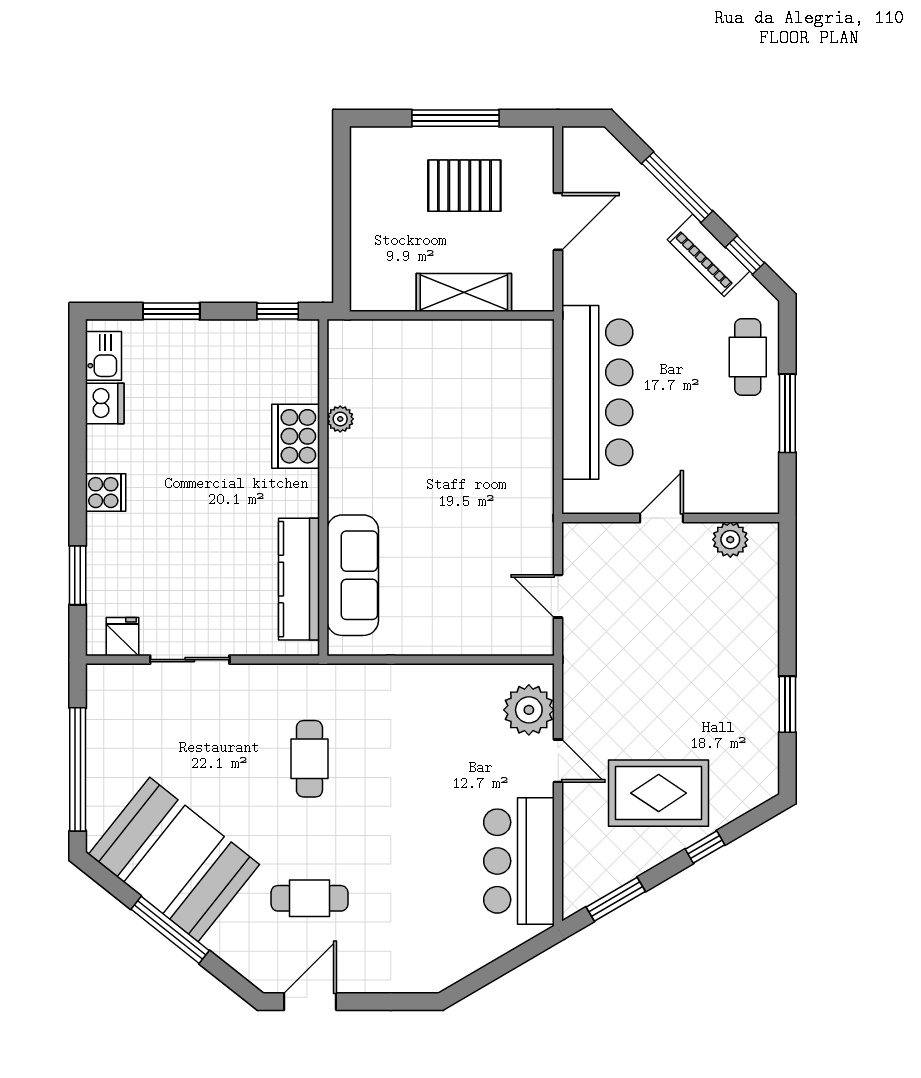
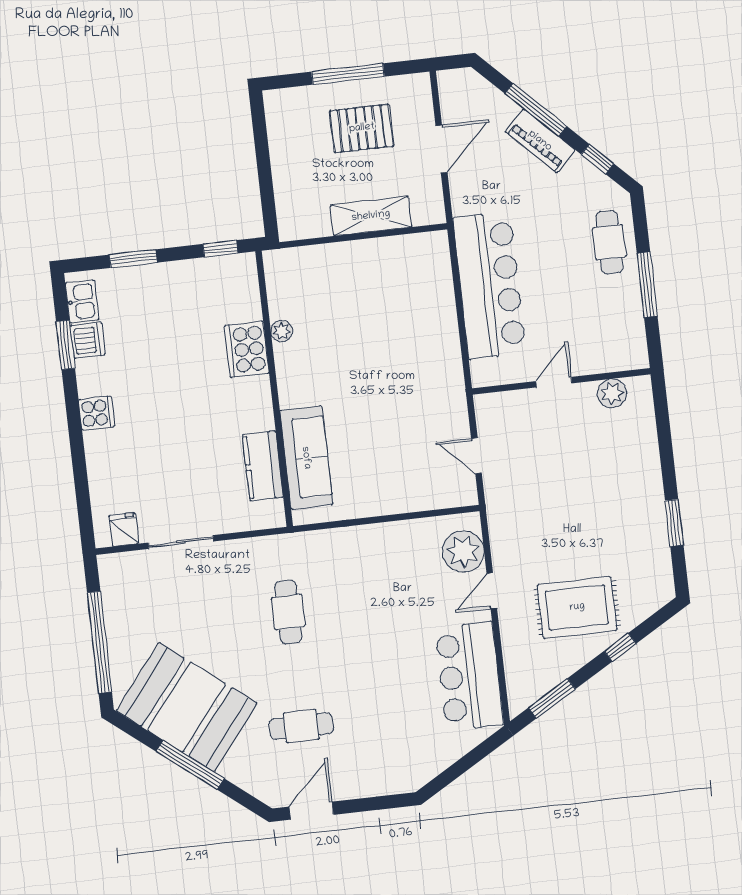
piano: (708, 255) -> (540, 141), moved
window: (78, 575) -> (66, 345), moved
kitchen counter: (299, 579) -> (263, 466), width x0.67
door: (558, 761) -> (492, 591), swing flipped

